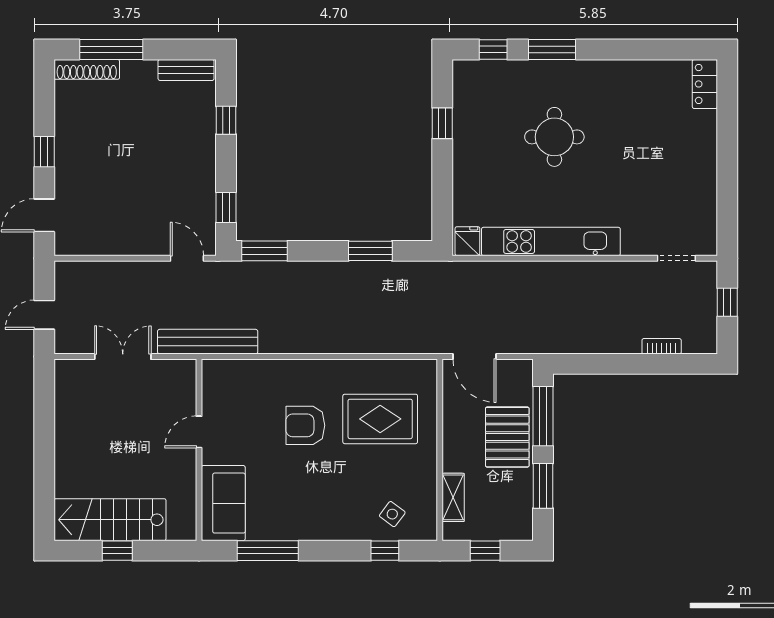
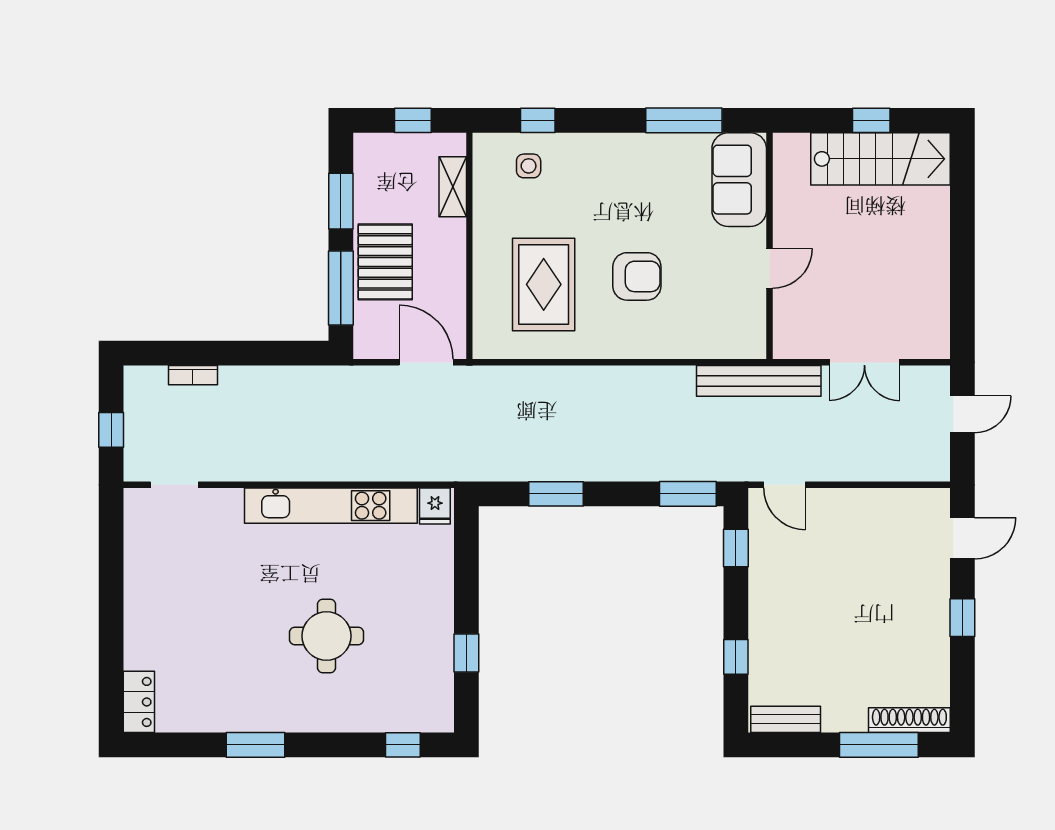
window: (552, 49) -> (255, 745), moved
rug: (380, 419) -> (544, 284), turned 90
side table: (392, 514) -> (529, 166), turned -37

